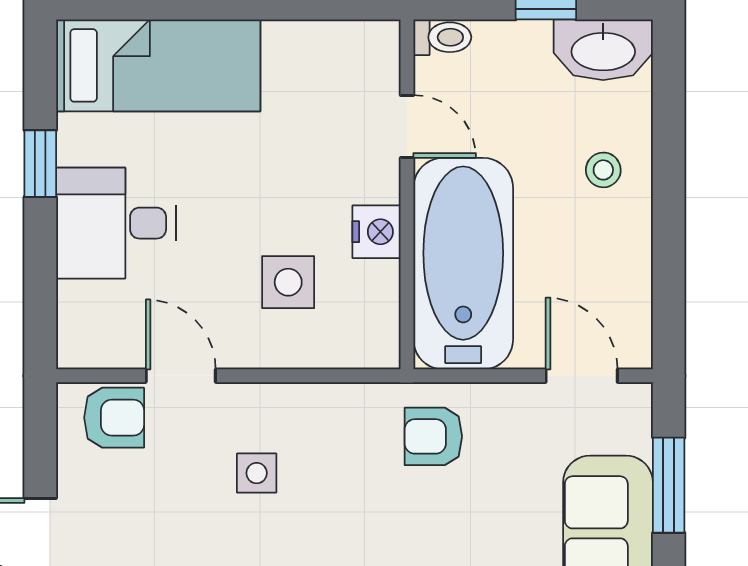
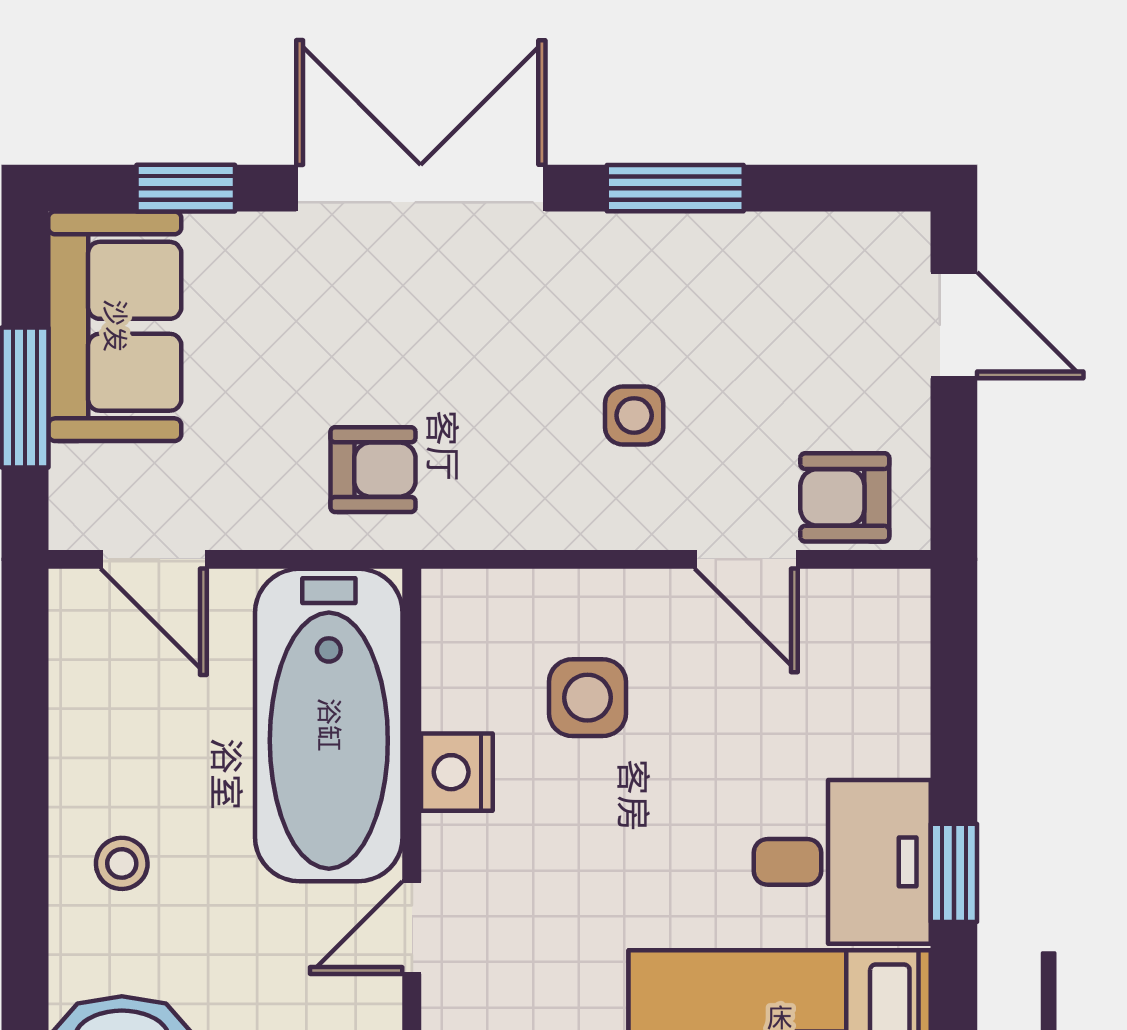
door: (407, 126) -> (412, 928), hinge flipped
desk: (116, 223) -> (842, 862), moved

